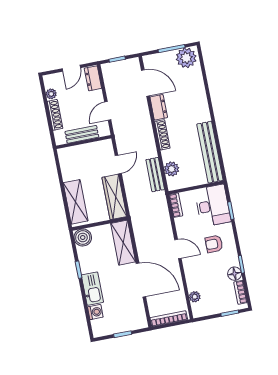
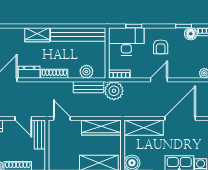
wardrobe: (201, 108) -> (37, 35), added
bench: (82, 134) -> (40, 134), moved
door: (118, 164) -> (62, 118), moved
plant: (157, 203) -> (114, 91), added

